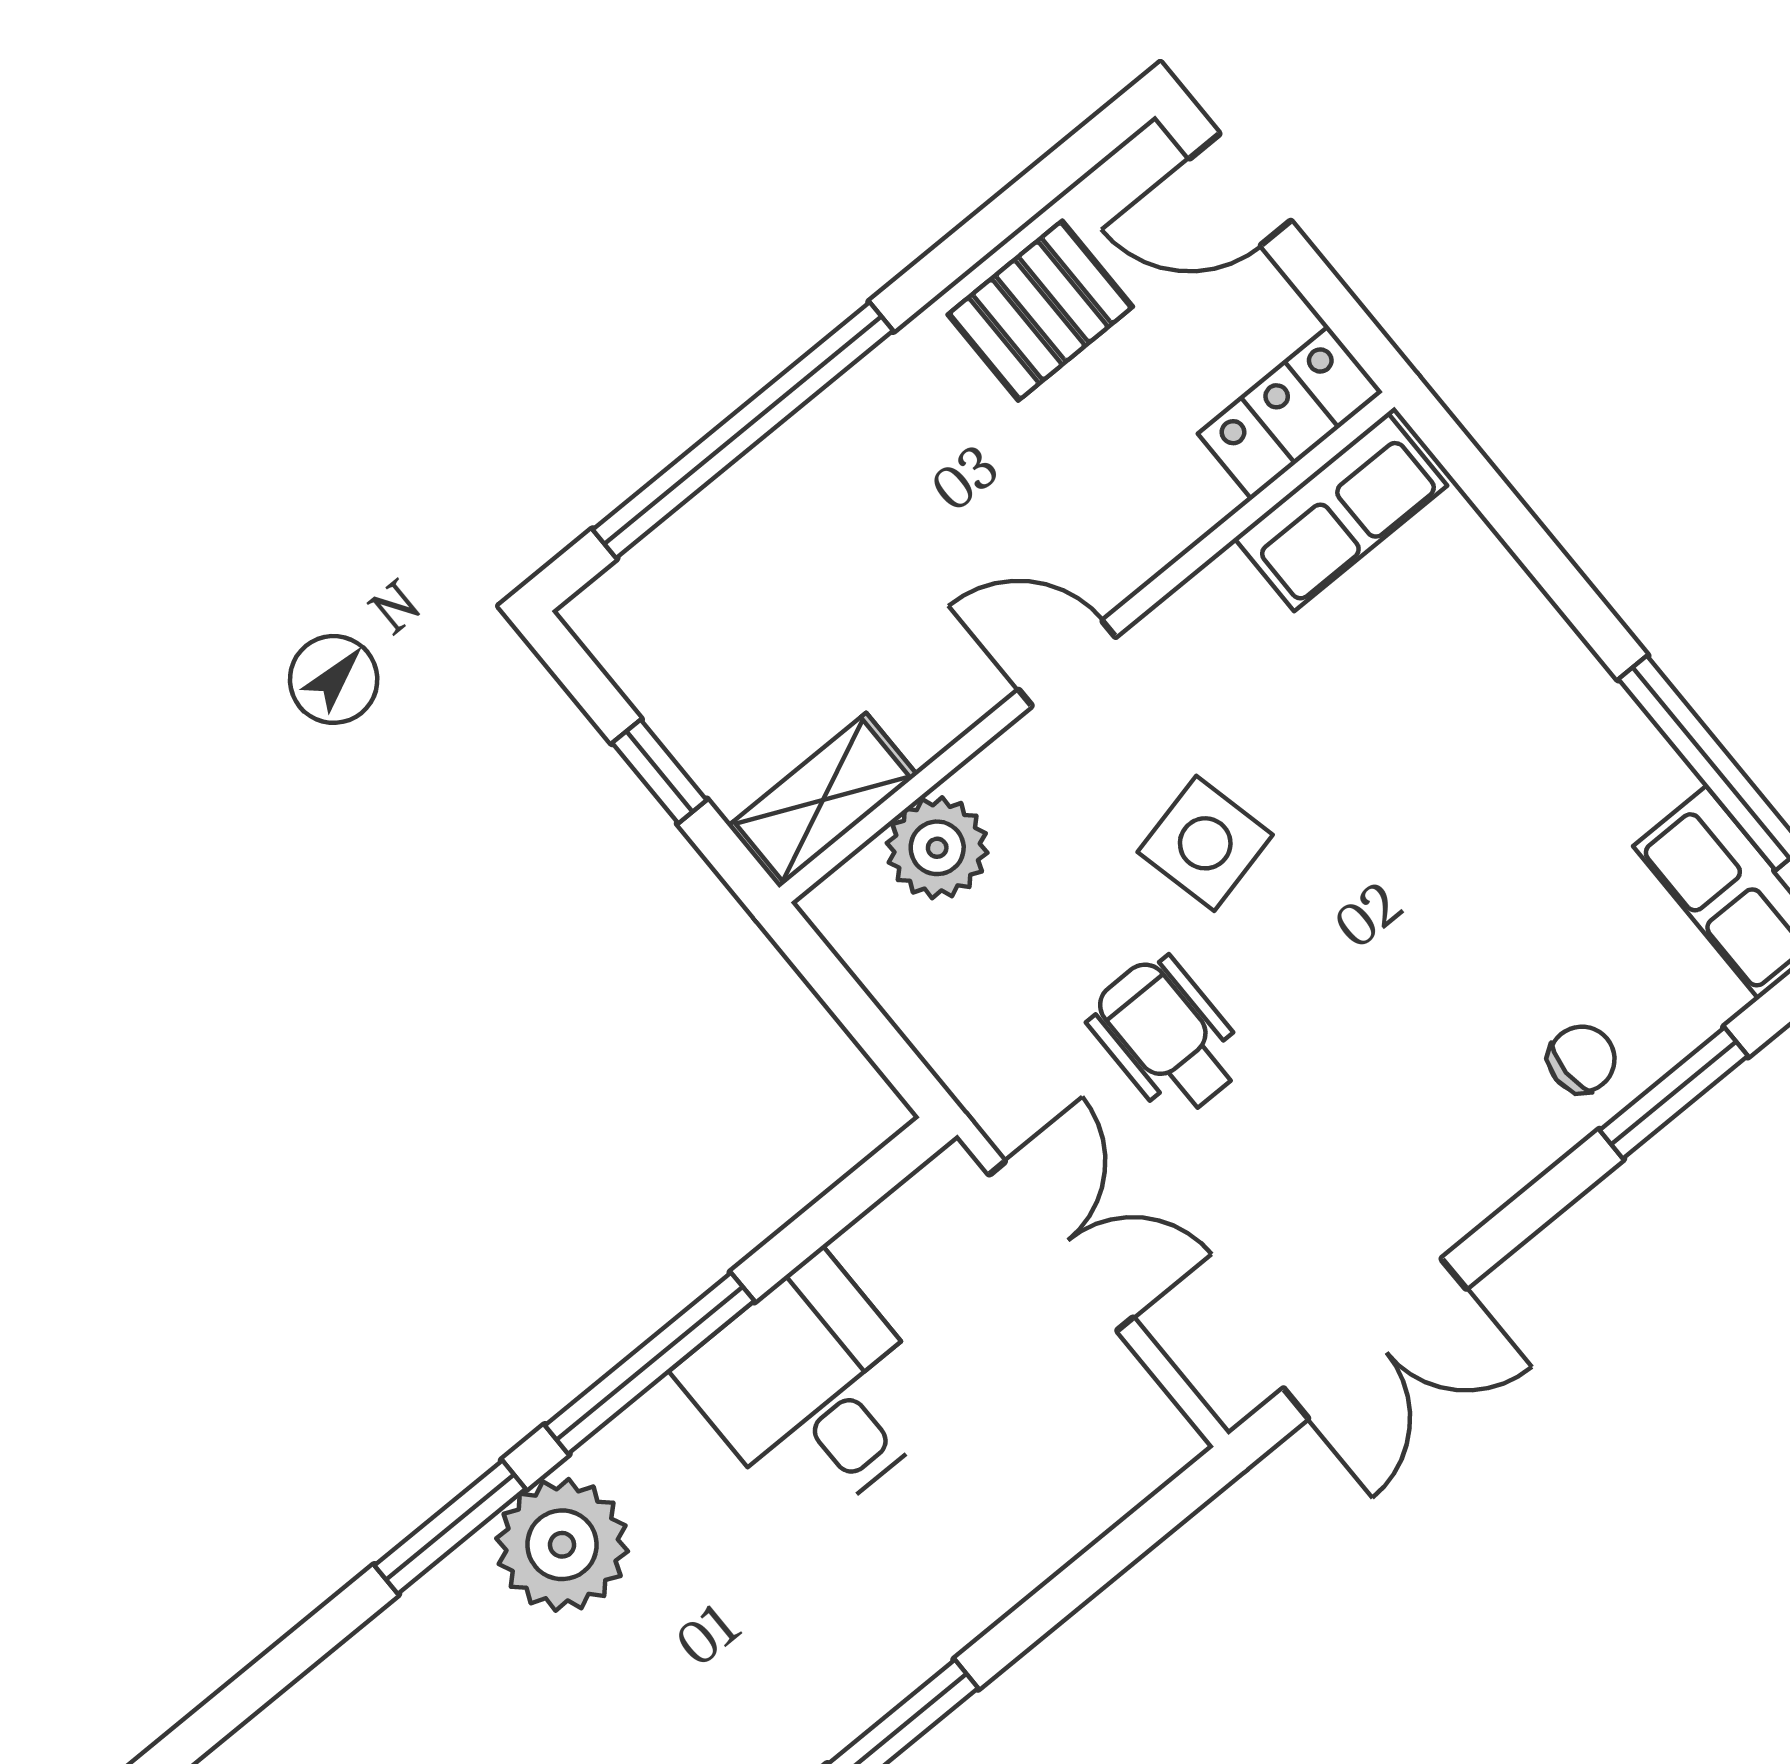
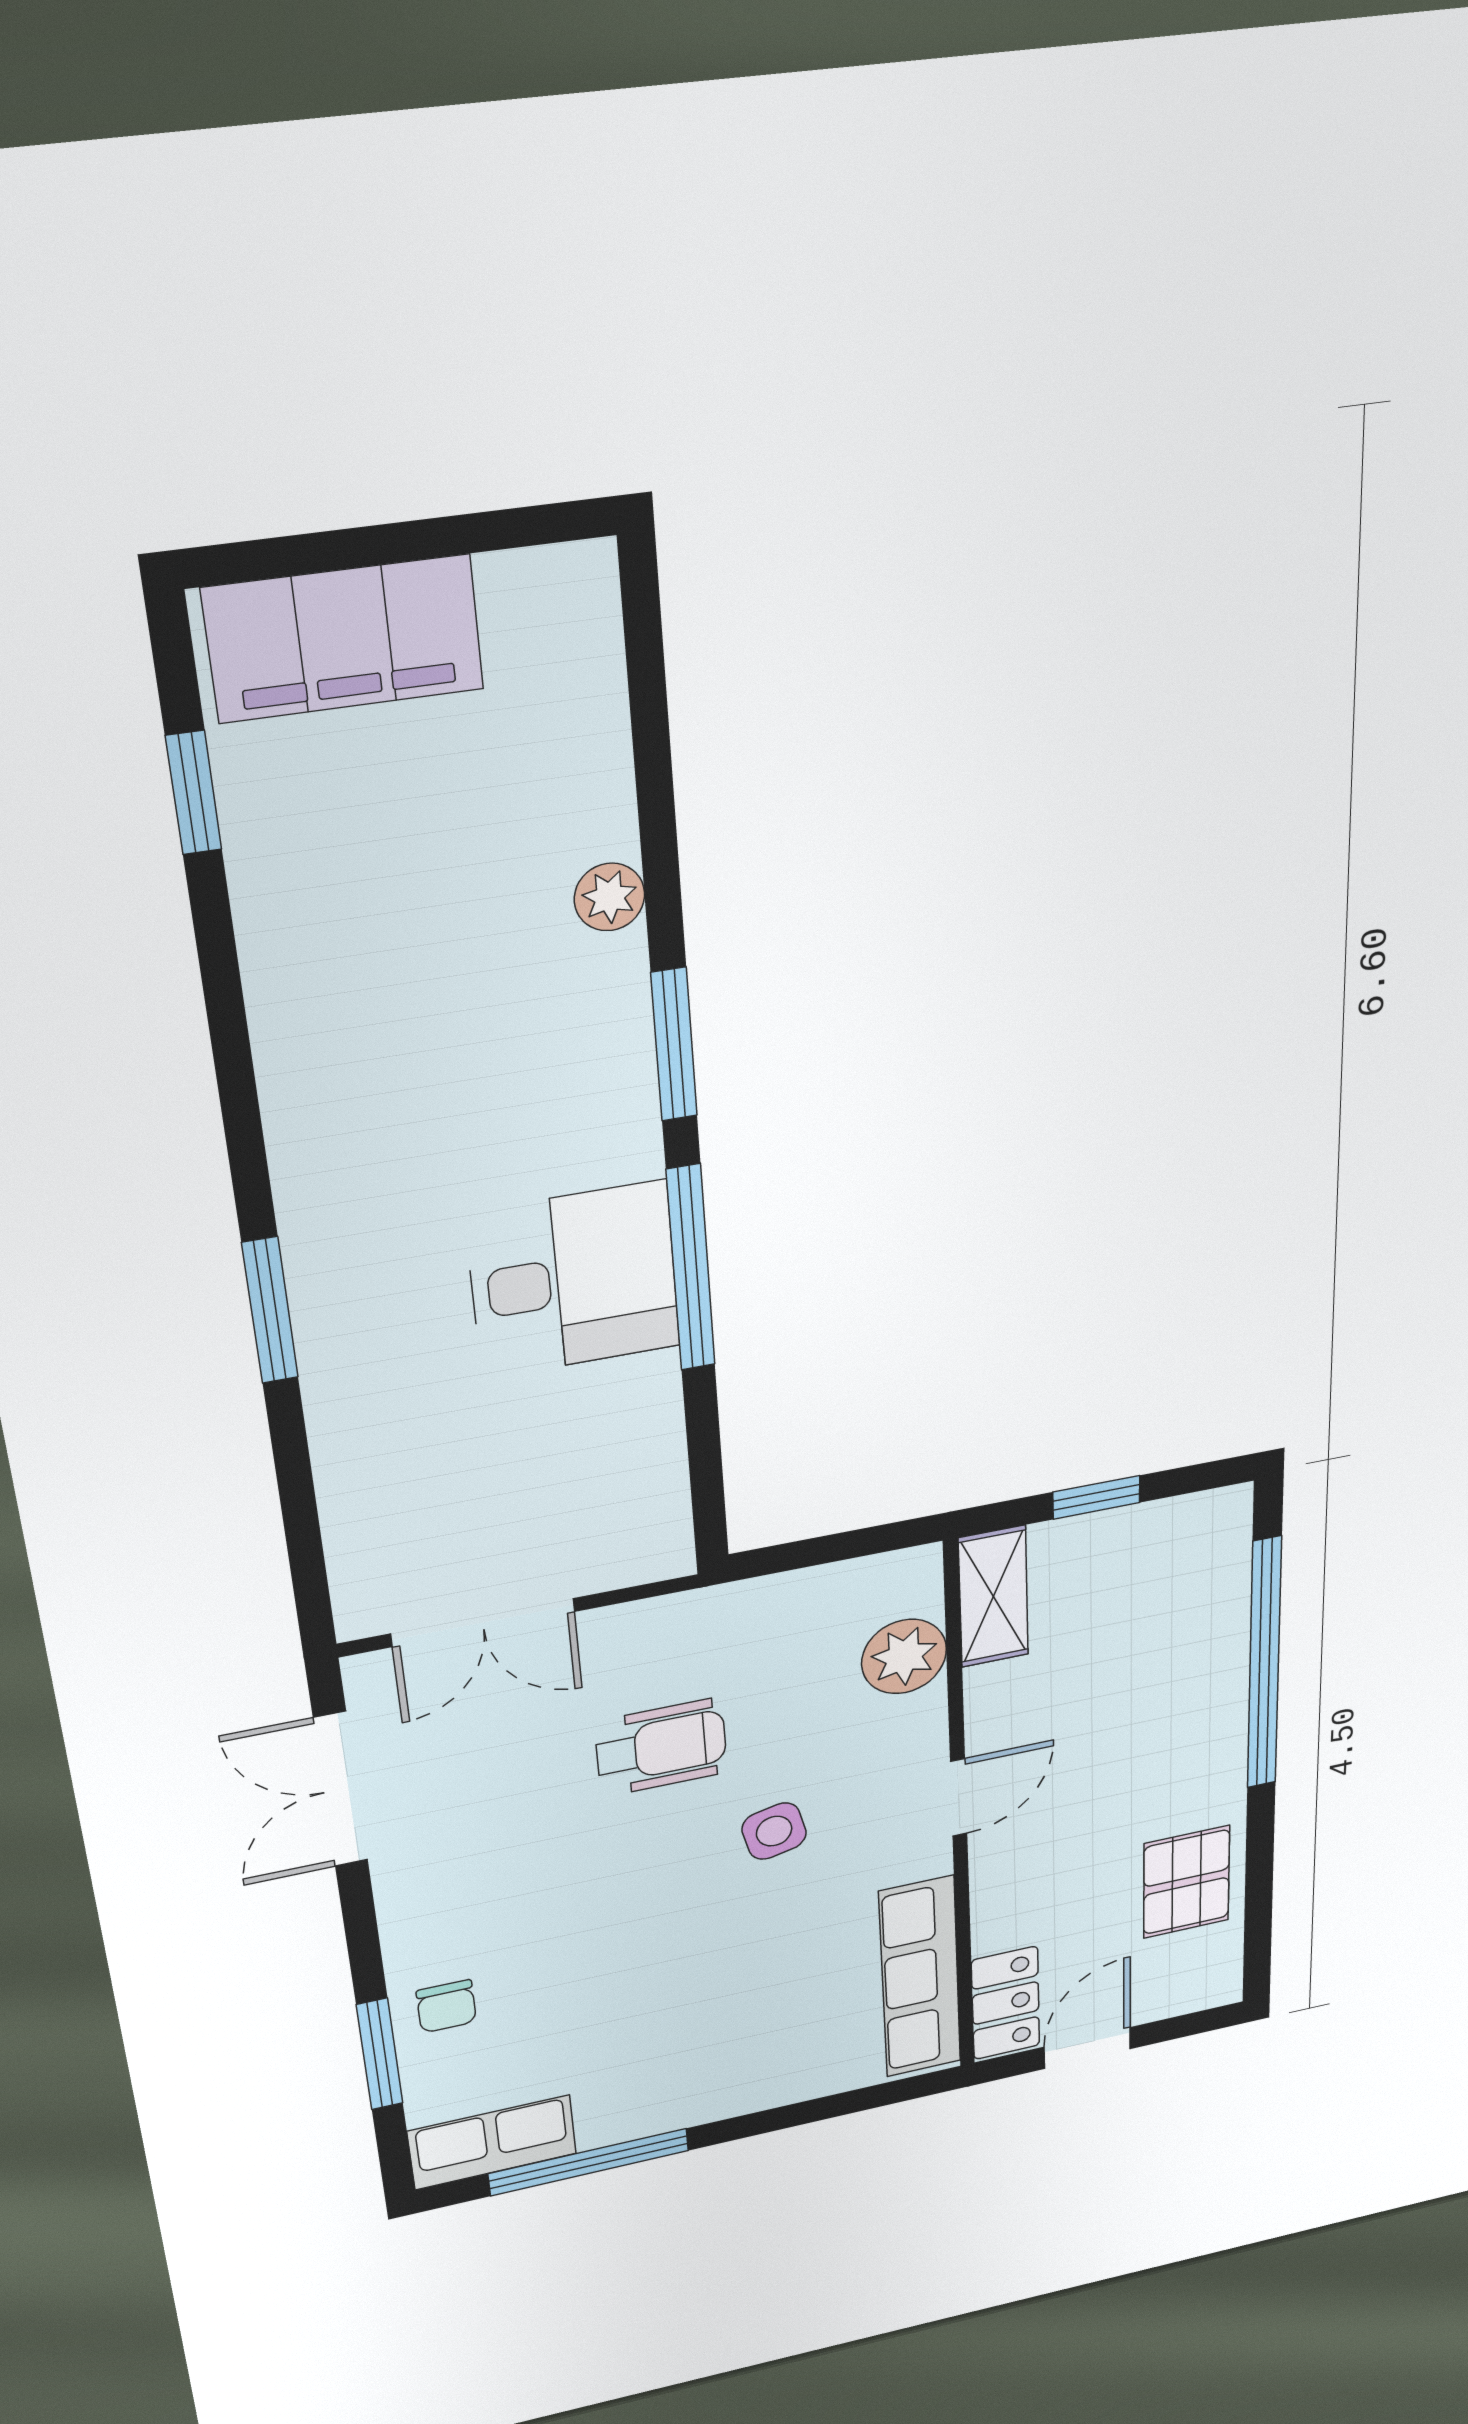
door: (1240, 190) -> (1087, 2048), moved
row of seats: (1341, 512) -> (920, 1977), width x1.48
side table: (1205, 843) -> (774, 1831), width x0.73, depth x0.73
double door: (1061, 1246) -> (483, 1623), moved
desk: (813, 1391) -> (574, 1280), moved
plant: (562, 1545) -> (609, 897), moved, width x0.53, depth x0.53

